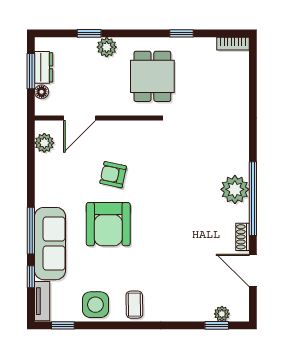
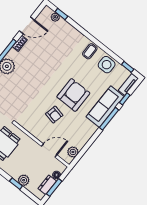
plant: (107, 47) -> (24, 180), moved
door: (253, 270) -> (27, 25), hinge flipped

